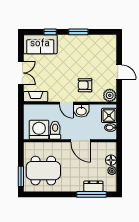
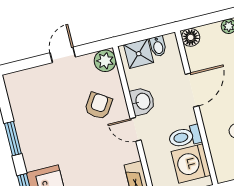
armchair: (85, 85) -> (98, 106), turned -147
door: (66, 103) -> (136, 129), swing flipped
floor lamp: (111, 160) -> (191, 37), moved

